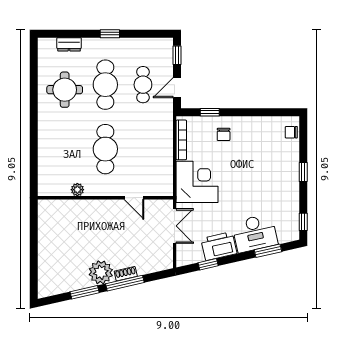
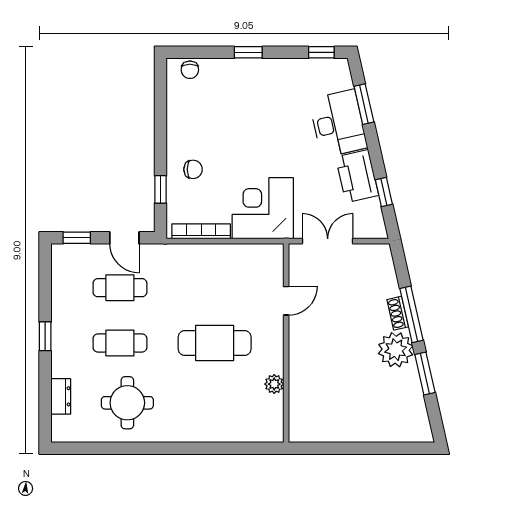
cafe table: (105, 85) -> (120, 343), width x0.73, depth x0.74

